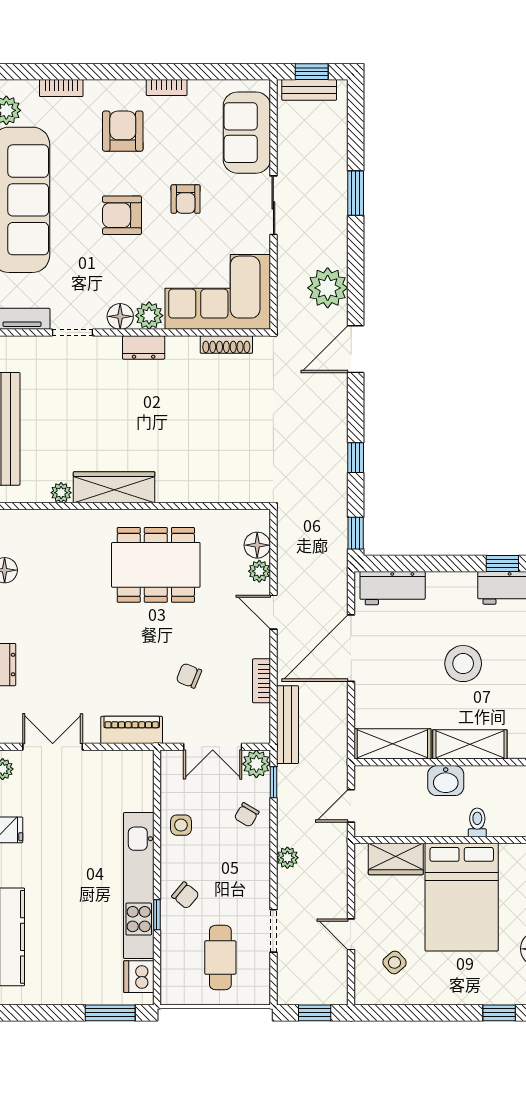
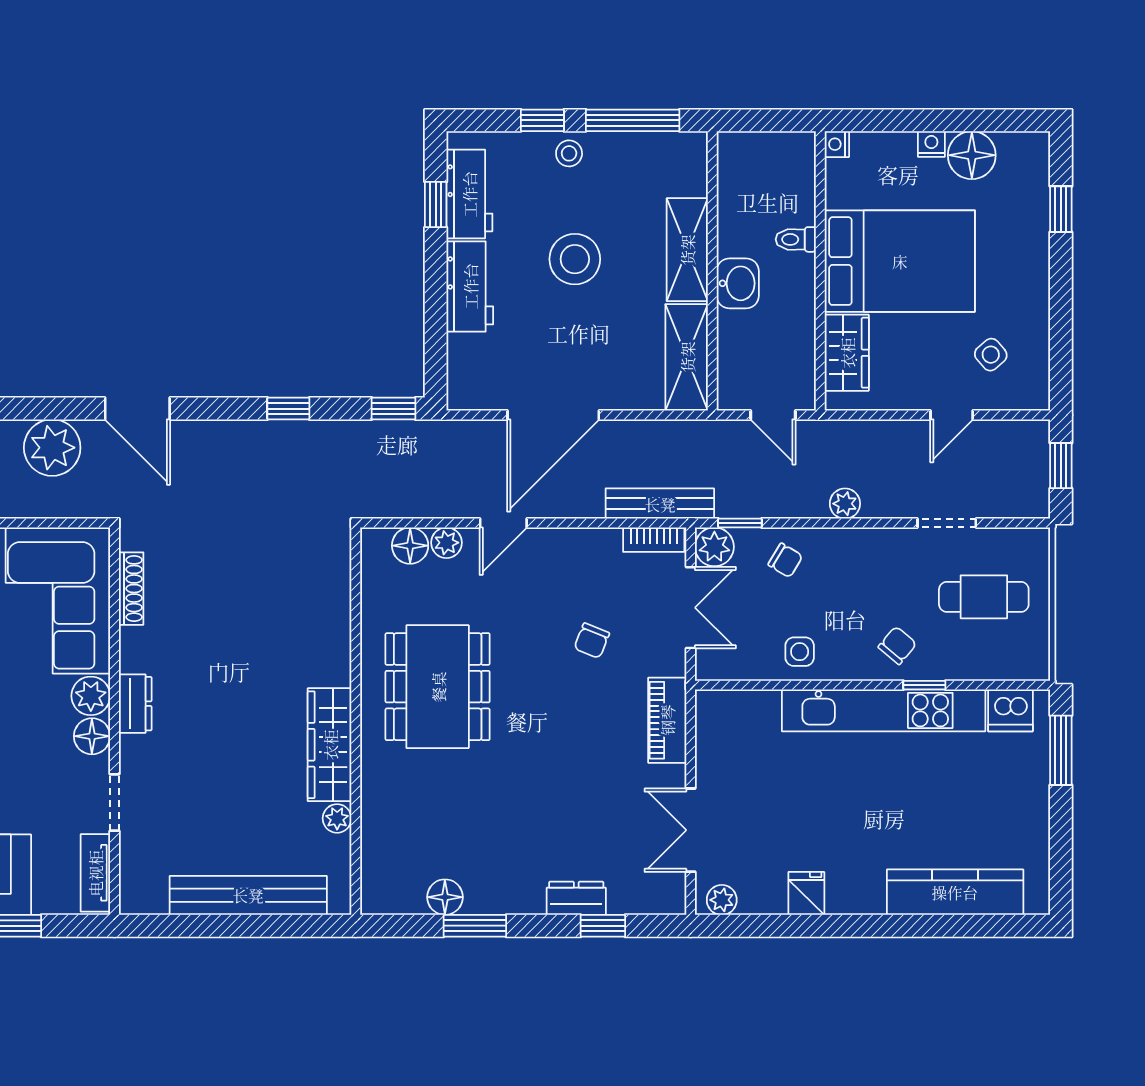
workbench: (393, 588) -> (470, 286), moved
door: (351, 648) -> (553, 415), hinge flipped
bookcase: (261, 681) -> (654, 540), moved

